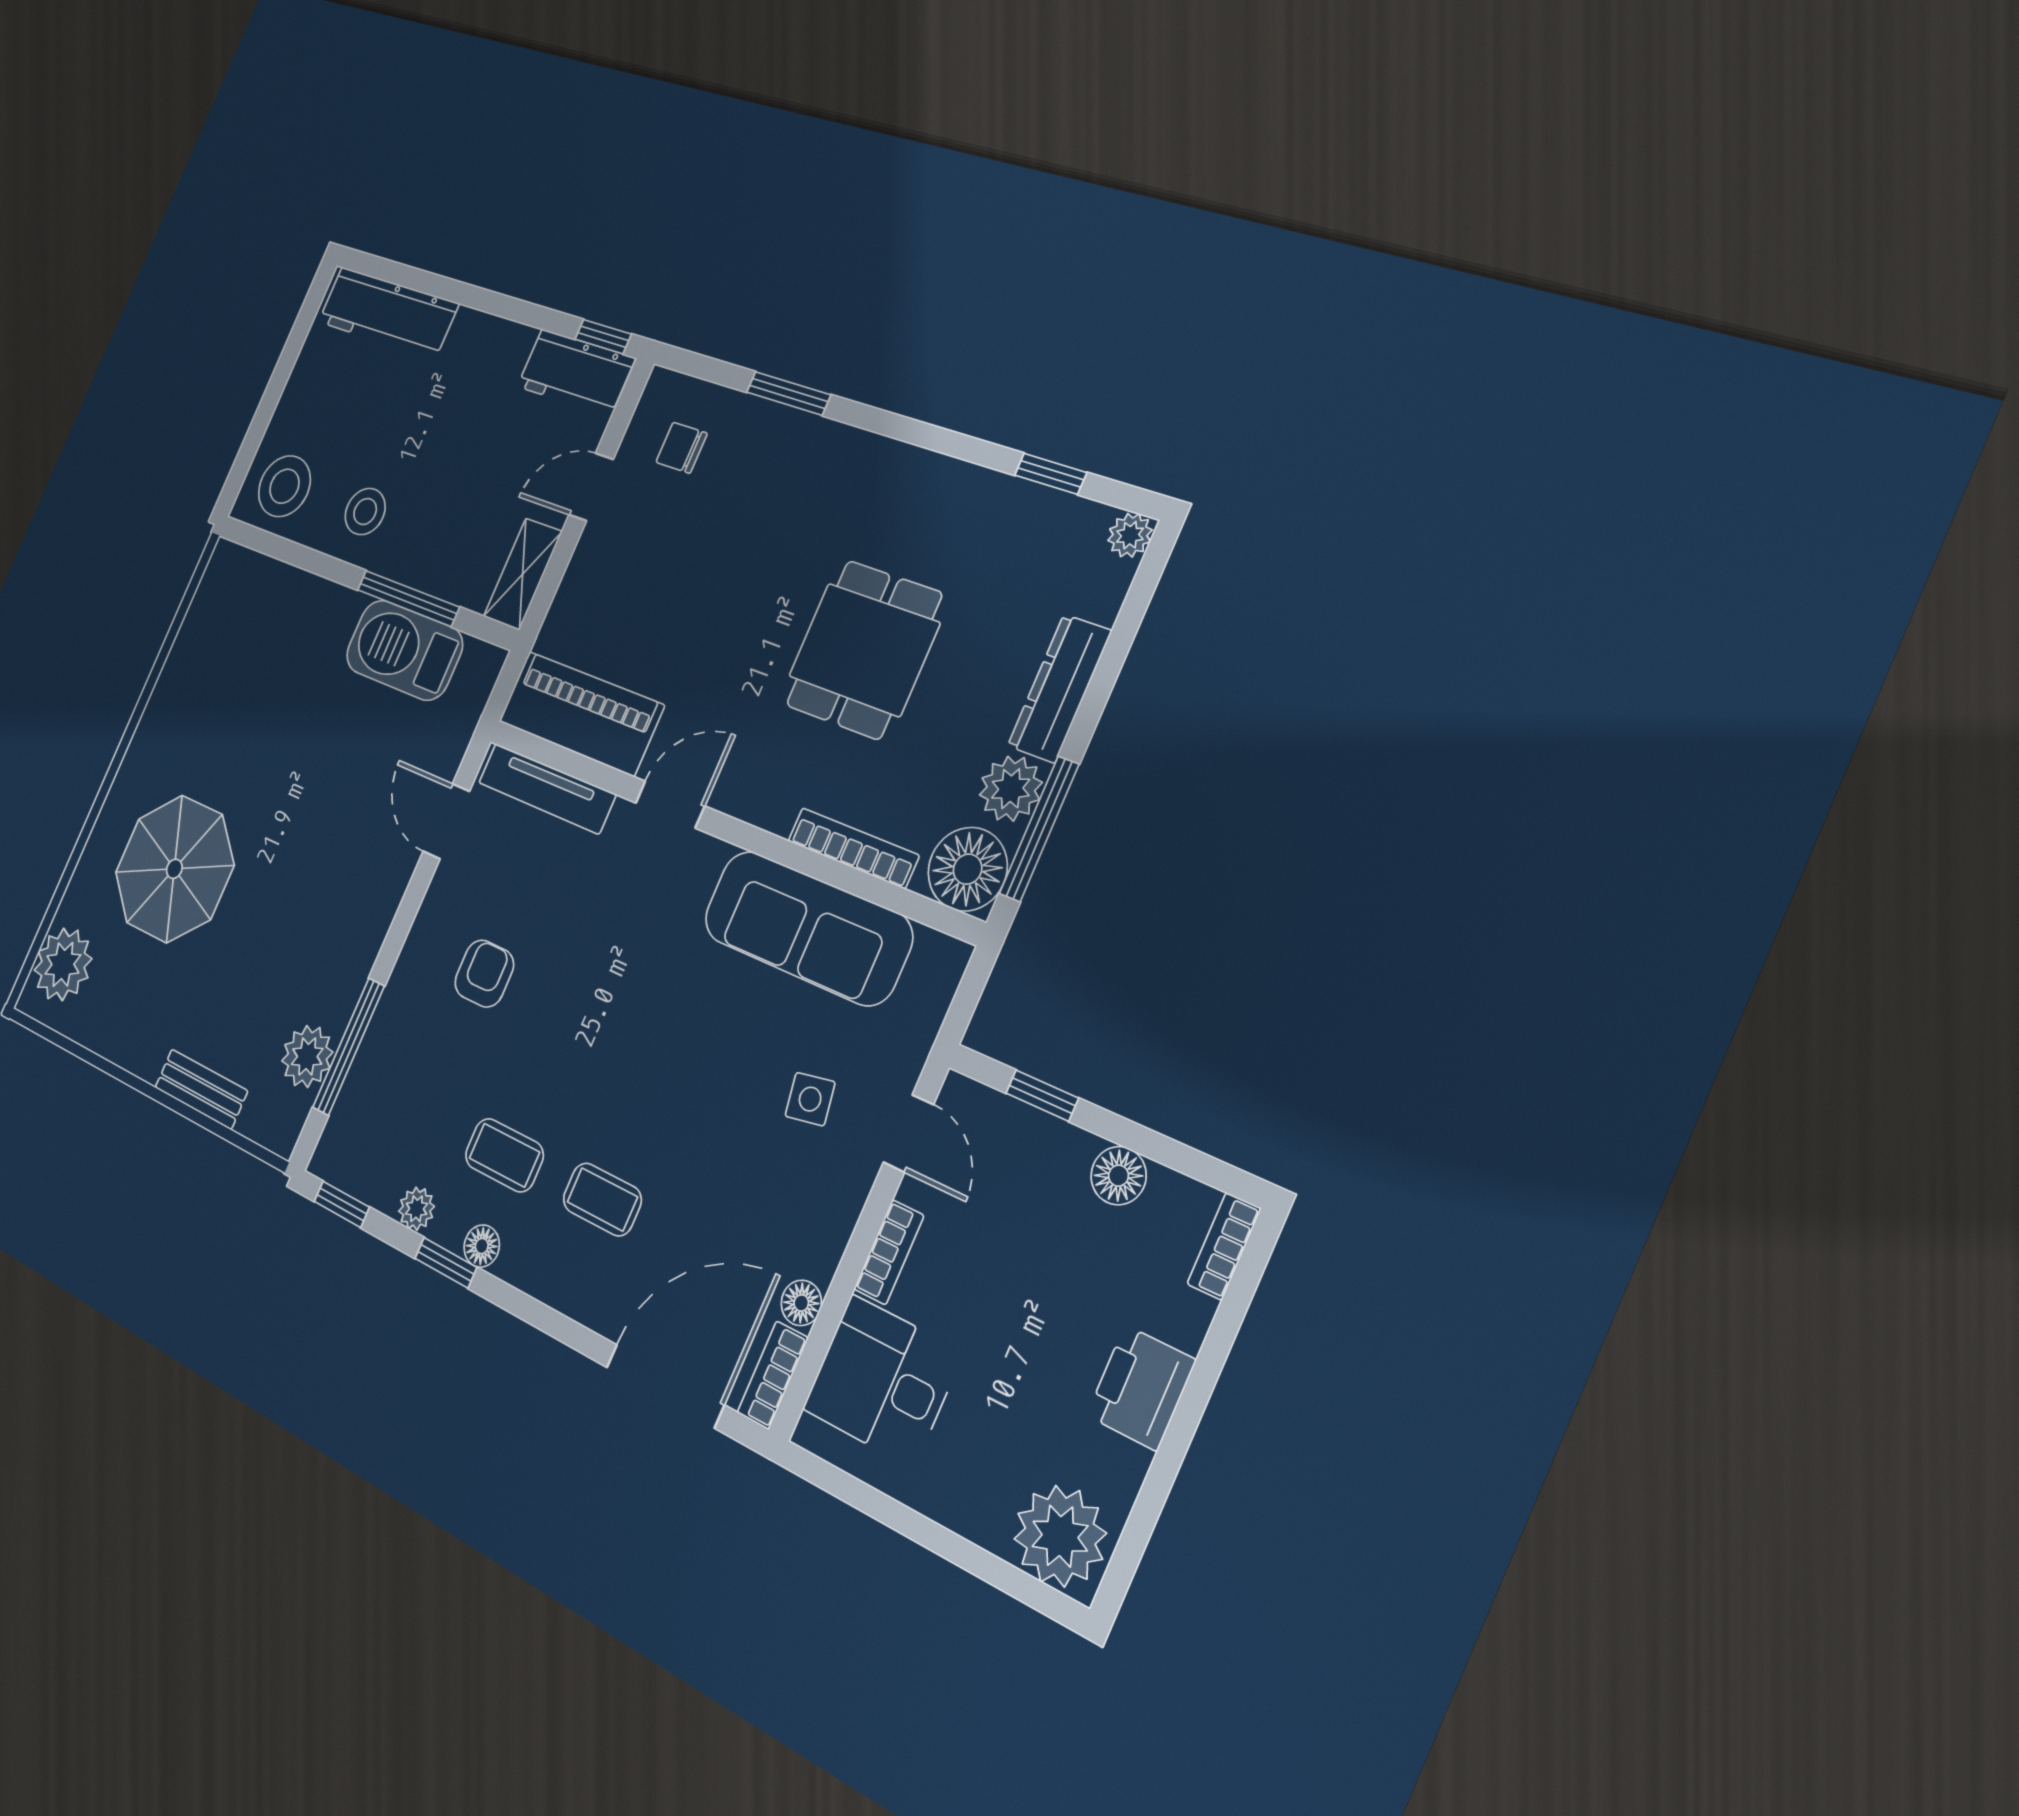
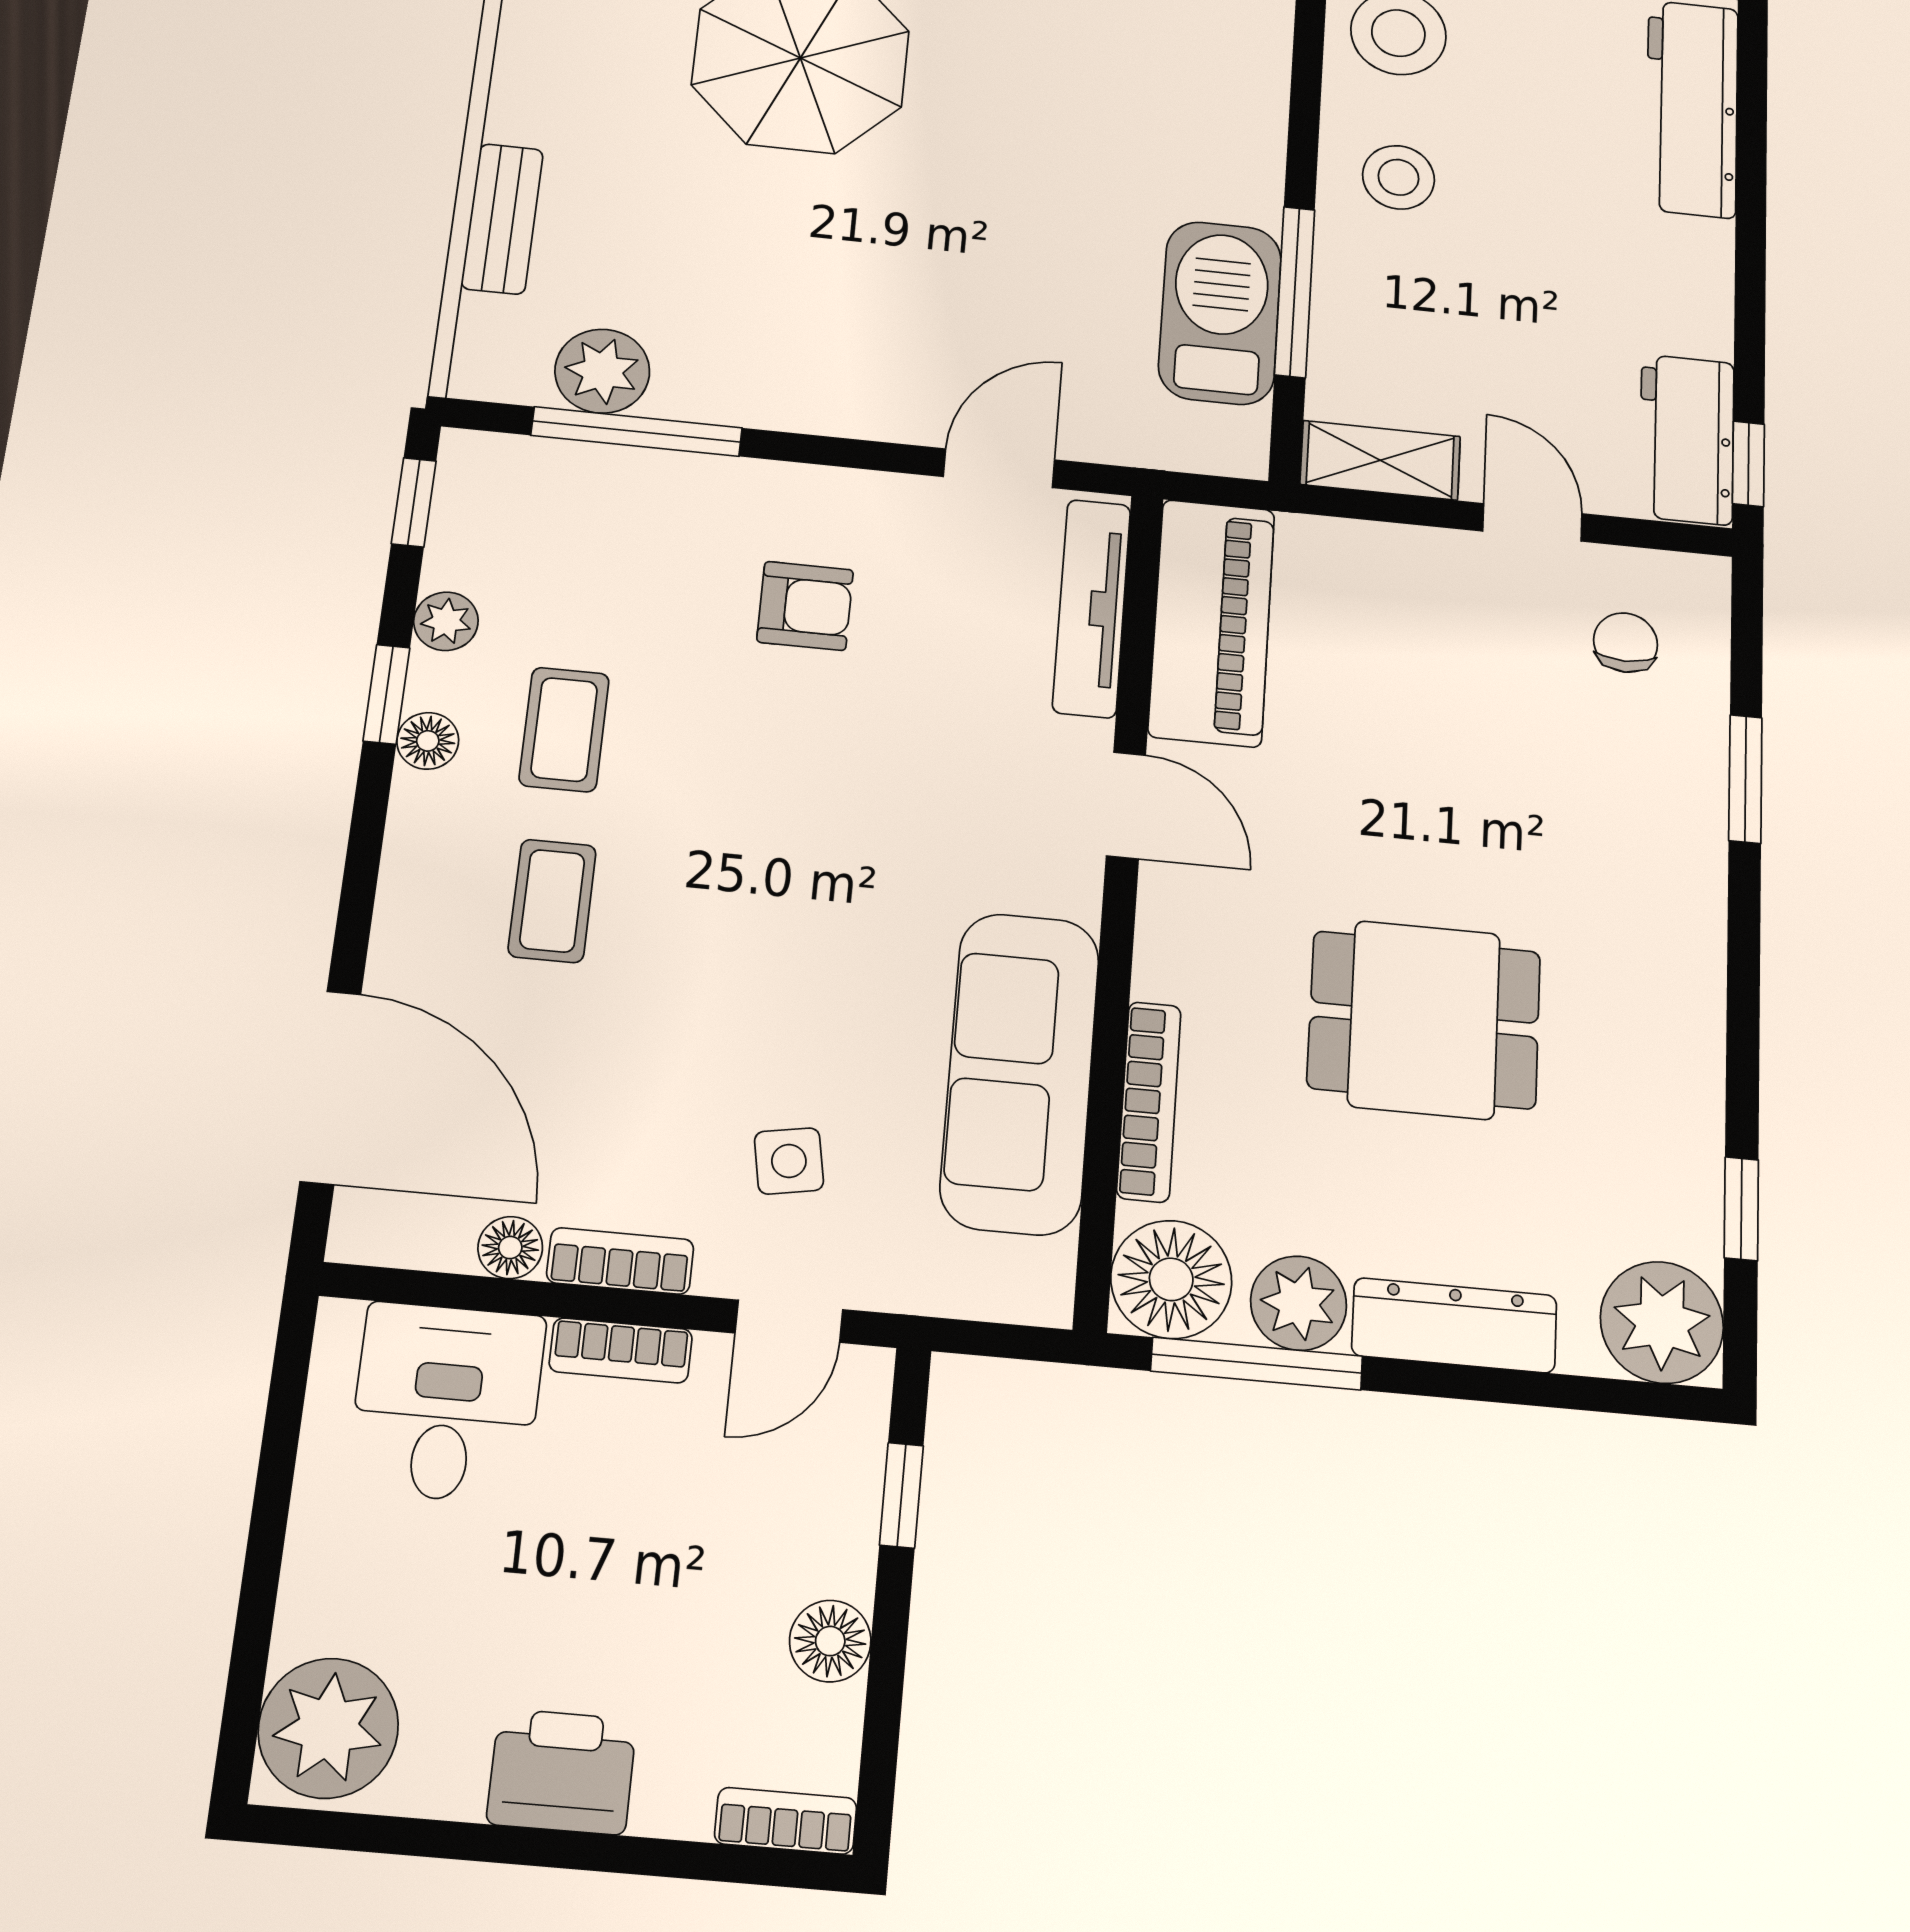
plant: (1130, 535) -> (1662, 1322), width x1.88, depth x1.88
bookcase: (773, 1375) -> (620, 1261), moved

